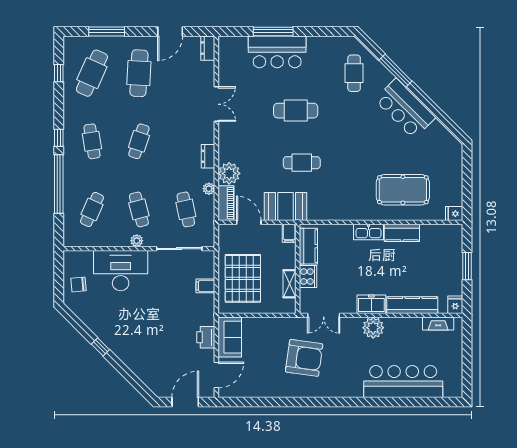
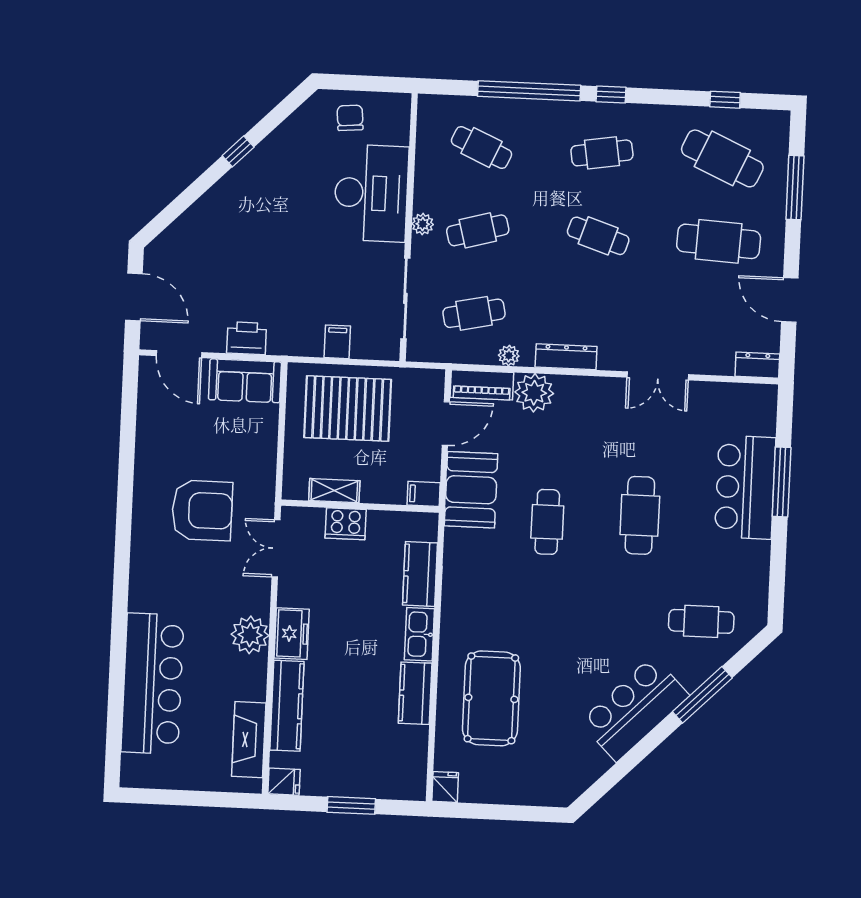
dresser: (208, 156) -> (566, 357), width x1.44
kitchen counter: (308, 246) -> (420, 574), moved, turned 90
fireplace: (438, 324) -> (249, 740), width x1.37, depth x1.32
armchair: (304, 358) -> (202, 510), turned -98

